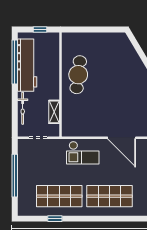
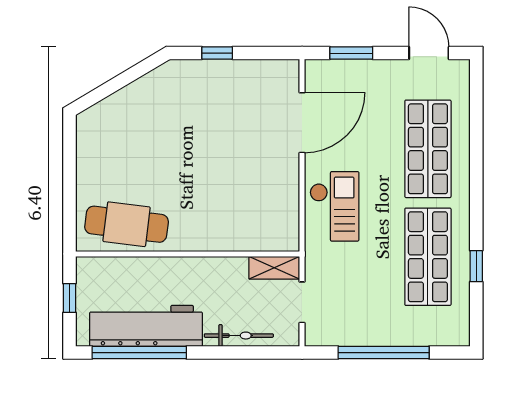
cafe table: (78, 75) -> (127, 224), moved
shelving: (54, 112) -> (274, 268), moved

